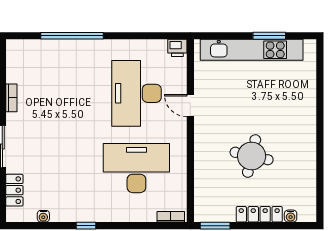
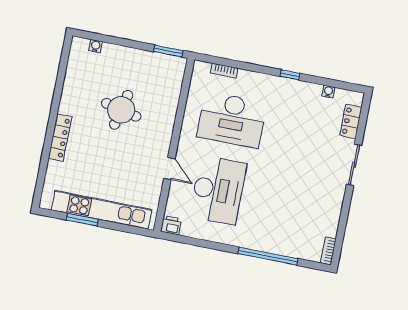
bookcase: (11, 98) -> (328, 251), moved
locker: (259, 214) -> (60, 138), moved, turned -90
bookcase: (171, 217) -> (224, 71), moved

